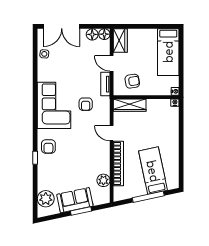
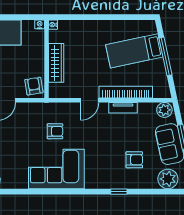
armchair: (132, 81) -> (34, 86), moved
tv unit: (105, 84) -> (123, 108), moved
wardrobe: (130, 105) -> (56, 63), moved
armchair: (48, 146) -> (134, 160), moved
plant: (103, 180) -> (164, 110), moved

